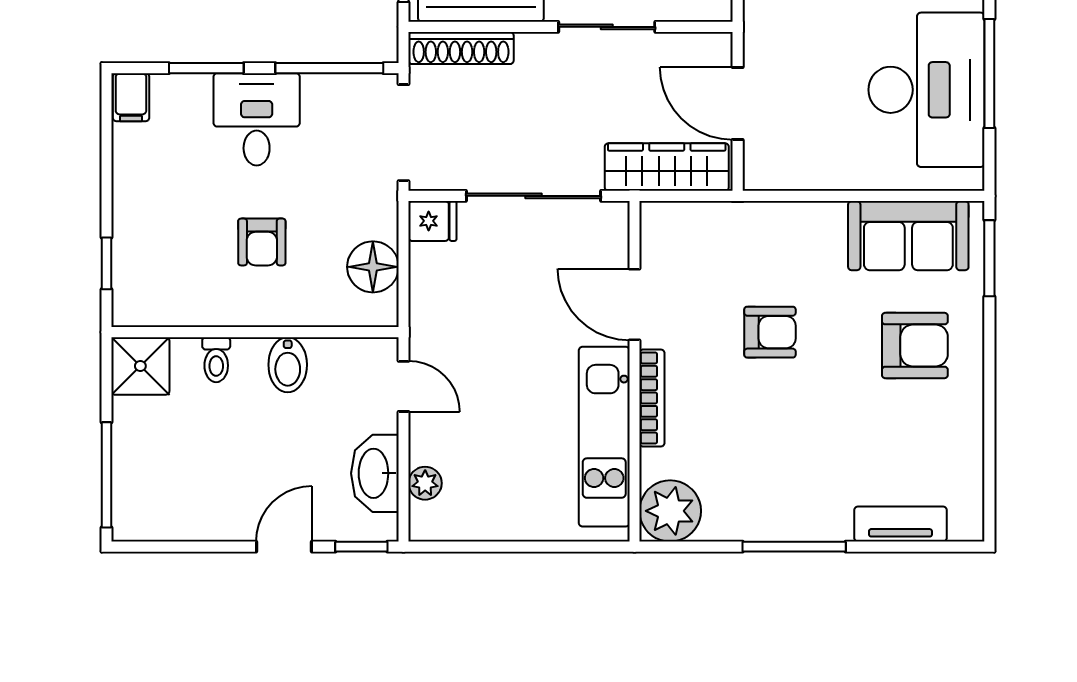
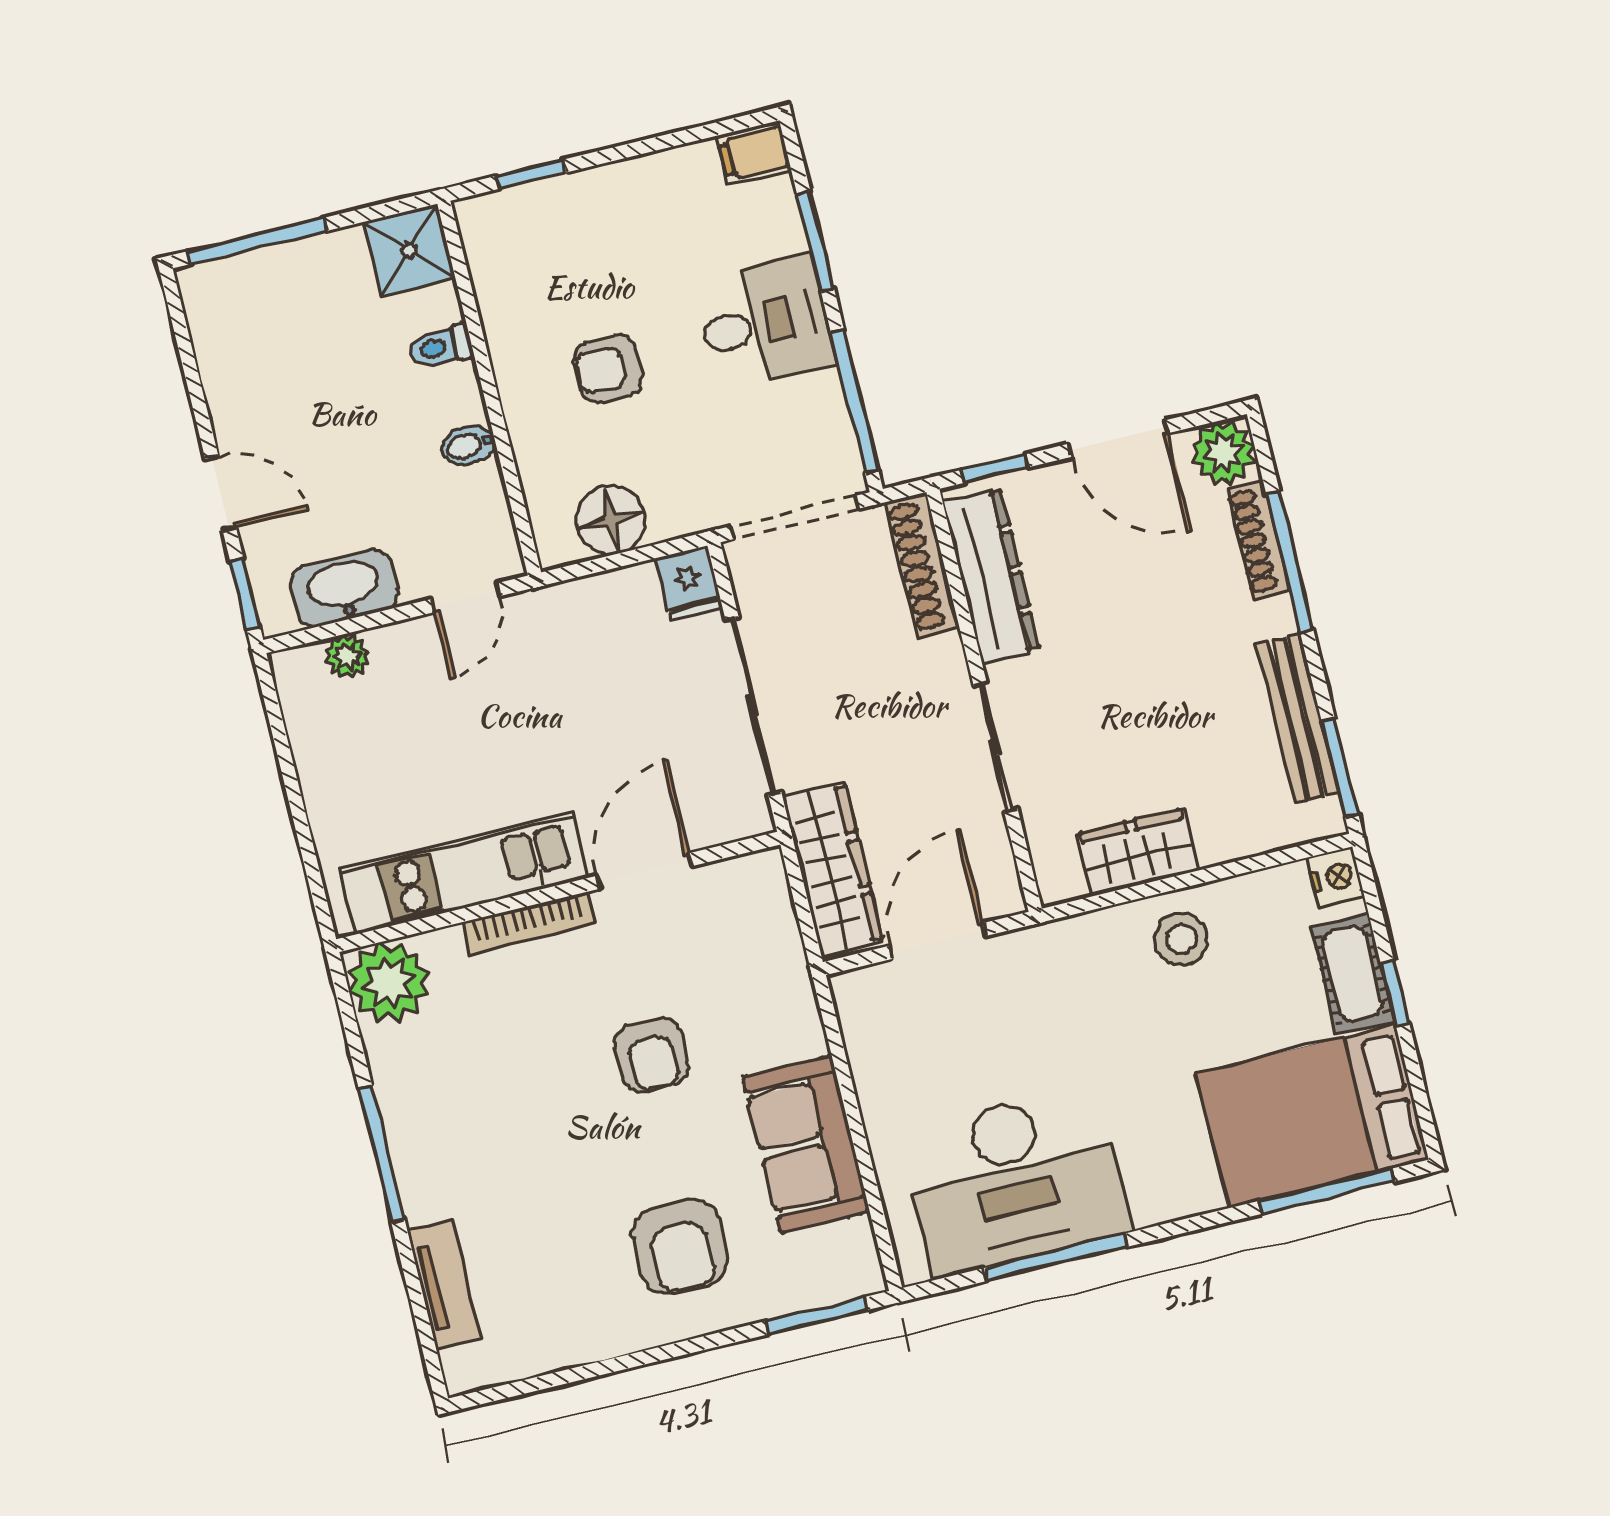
sofa: (908, 236) -> (806, 1144), moved
bidet: (288, 365) -> (468, 445), width x0.72, depth x0.74

